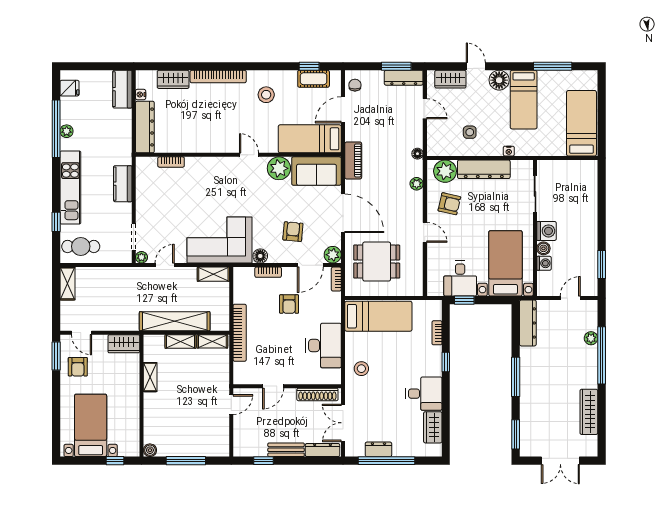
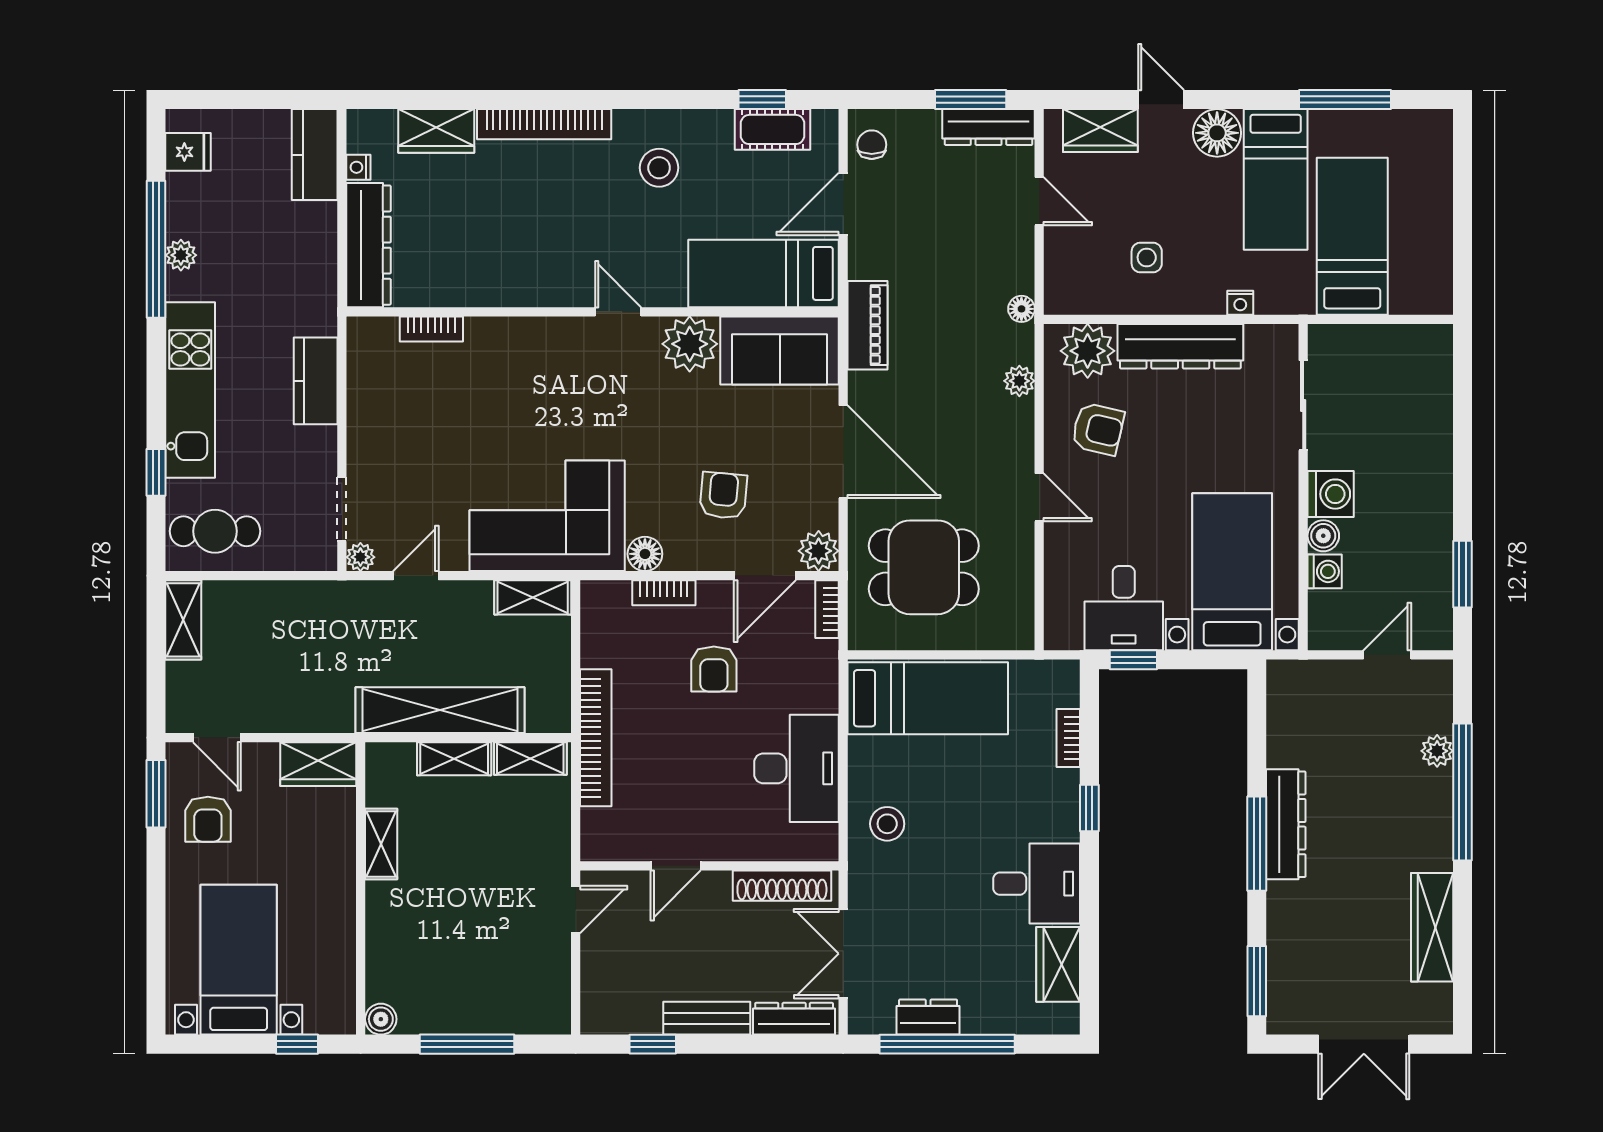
bed: (581, 123) -> (1352, 236), moved
dresser: (528, 323) -> (1286, 824), moved

